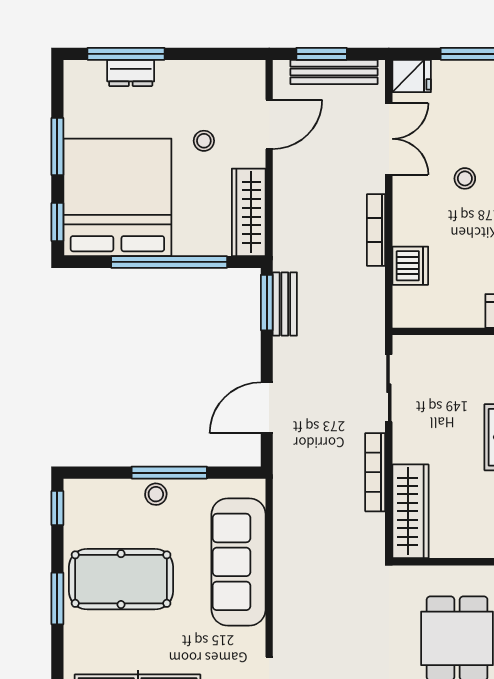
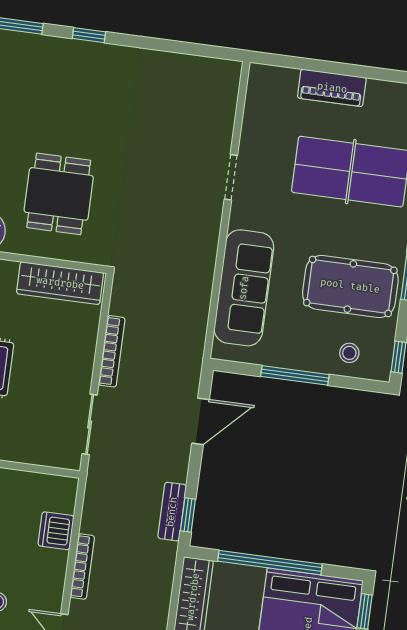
window: (267, 303) -> (188, 515), width x0.67
stool: (156, 494) -> (349, 353), moved
wardrobe: (410, 511) -> (60, 283), moved, turned -90

